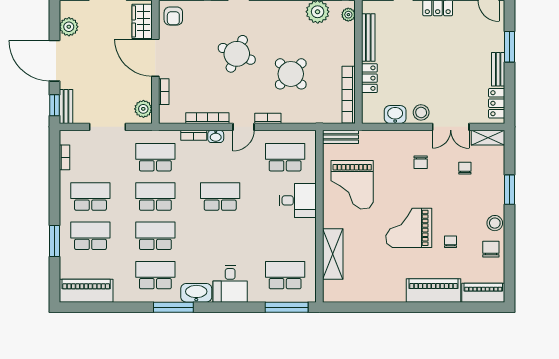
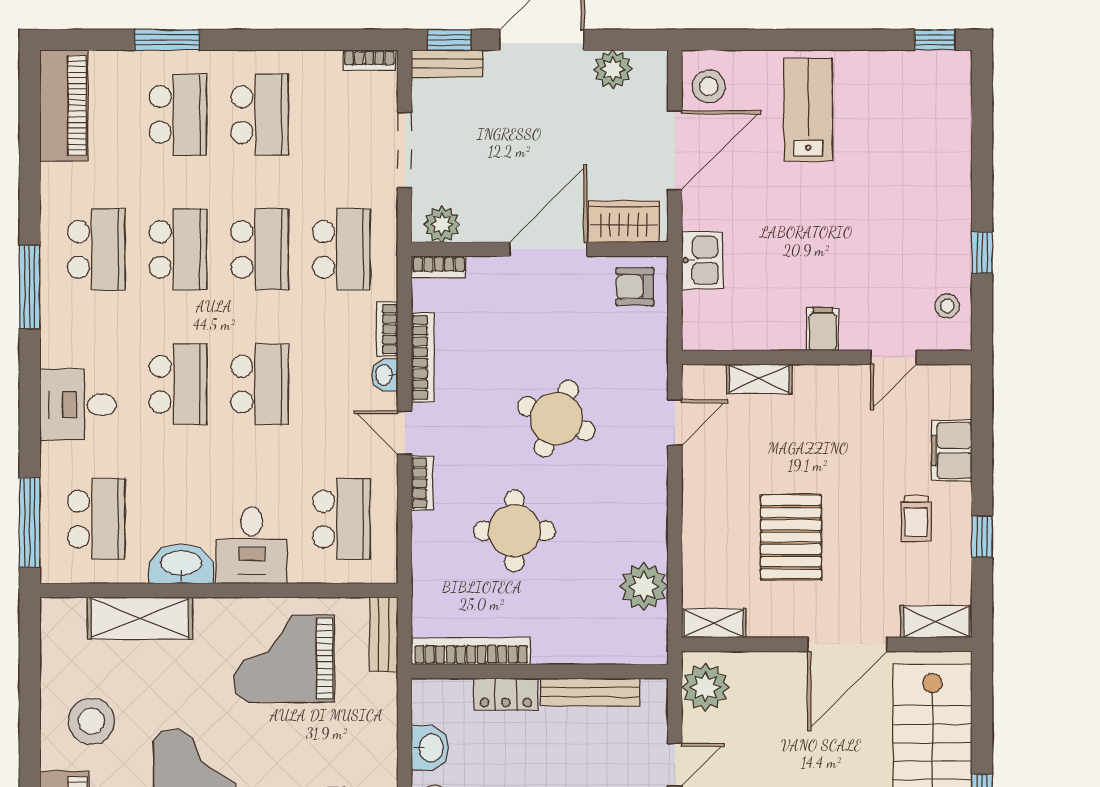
plant: (348, 15) -> (638, 651), removed
round table: (291, 74) -> (515, 531), turned 45
bookcase: (164, 92) -> (439, 267), moved
bookcase: (64, 157) -> (369, 60), moved
school desk: (220, 236) -> (178, 384), added
stool: (382, 277) -> (91, 721), added
washbasin: (196, 293) -> (181, 564), moved, turned -90

